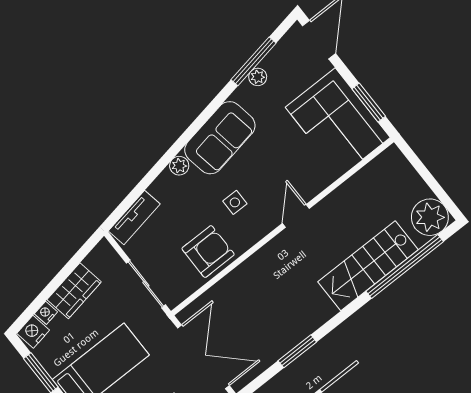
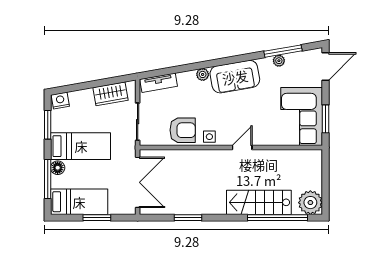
side table: (235, 202) -> (209, 137), moved
wardrobe: (74, 291) -> (111, 94), moved
nightstand: (46, 313) -> (75, 96), removed

